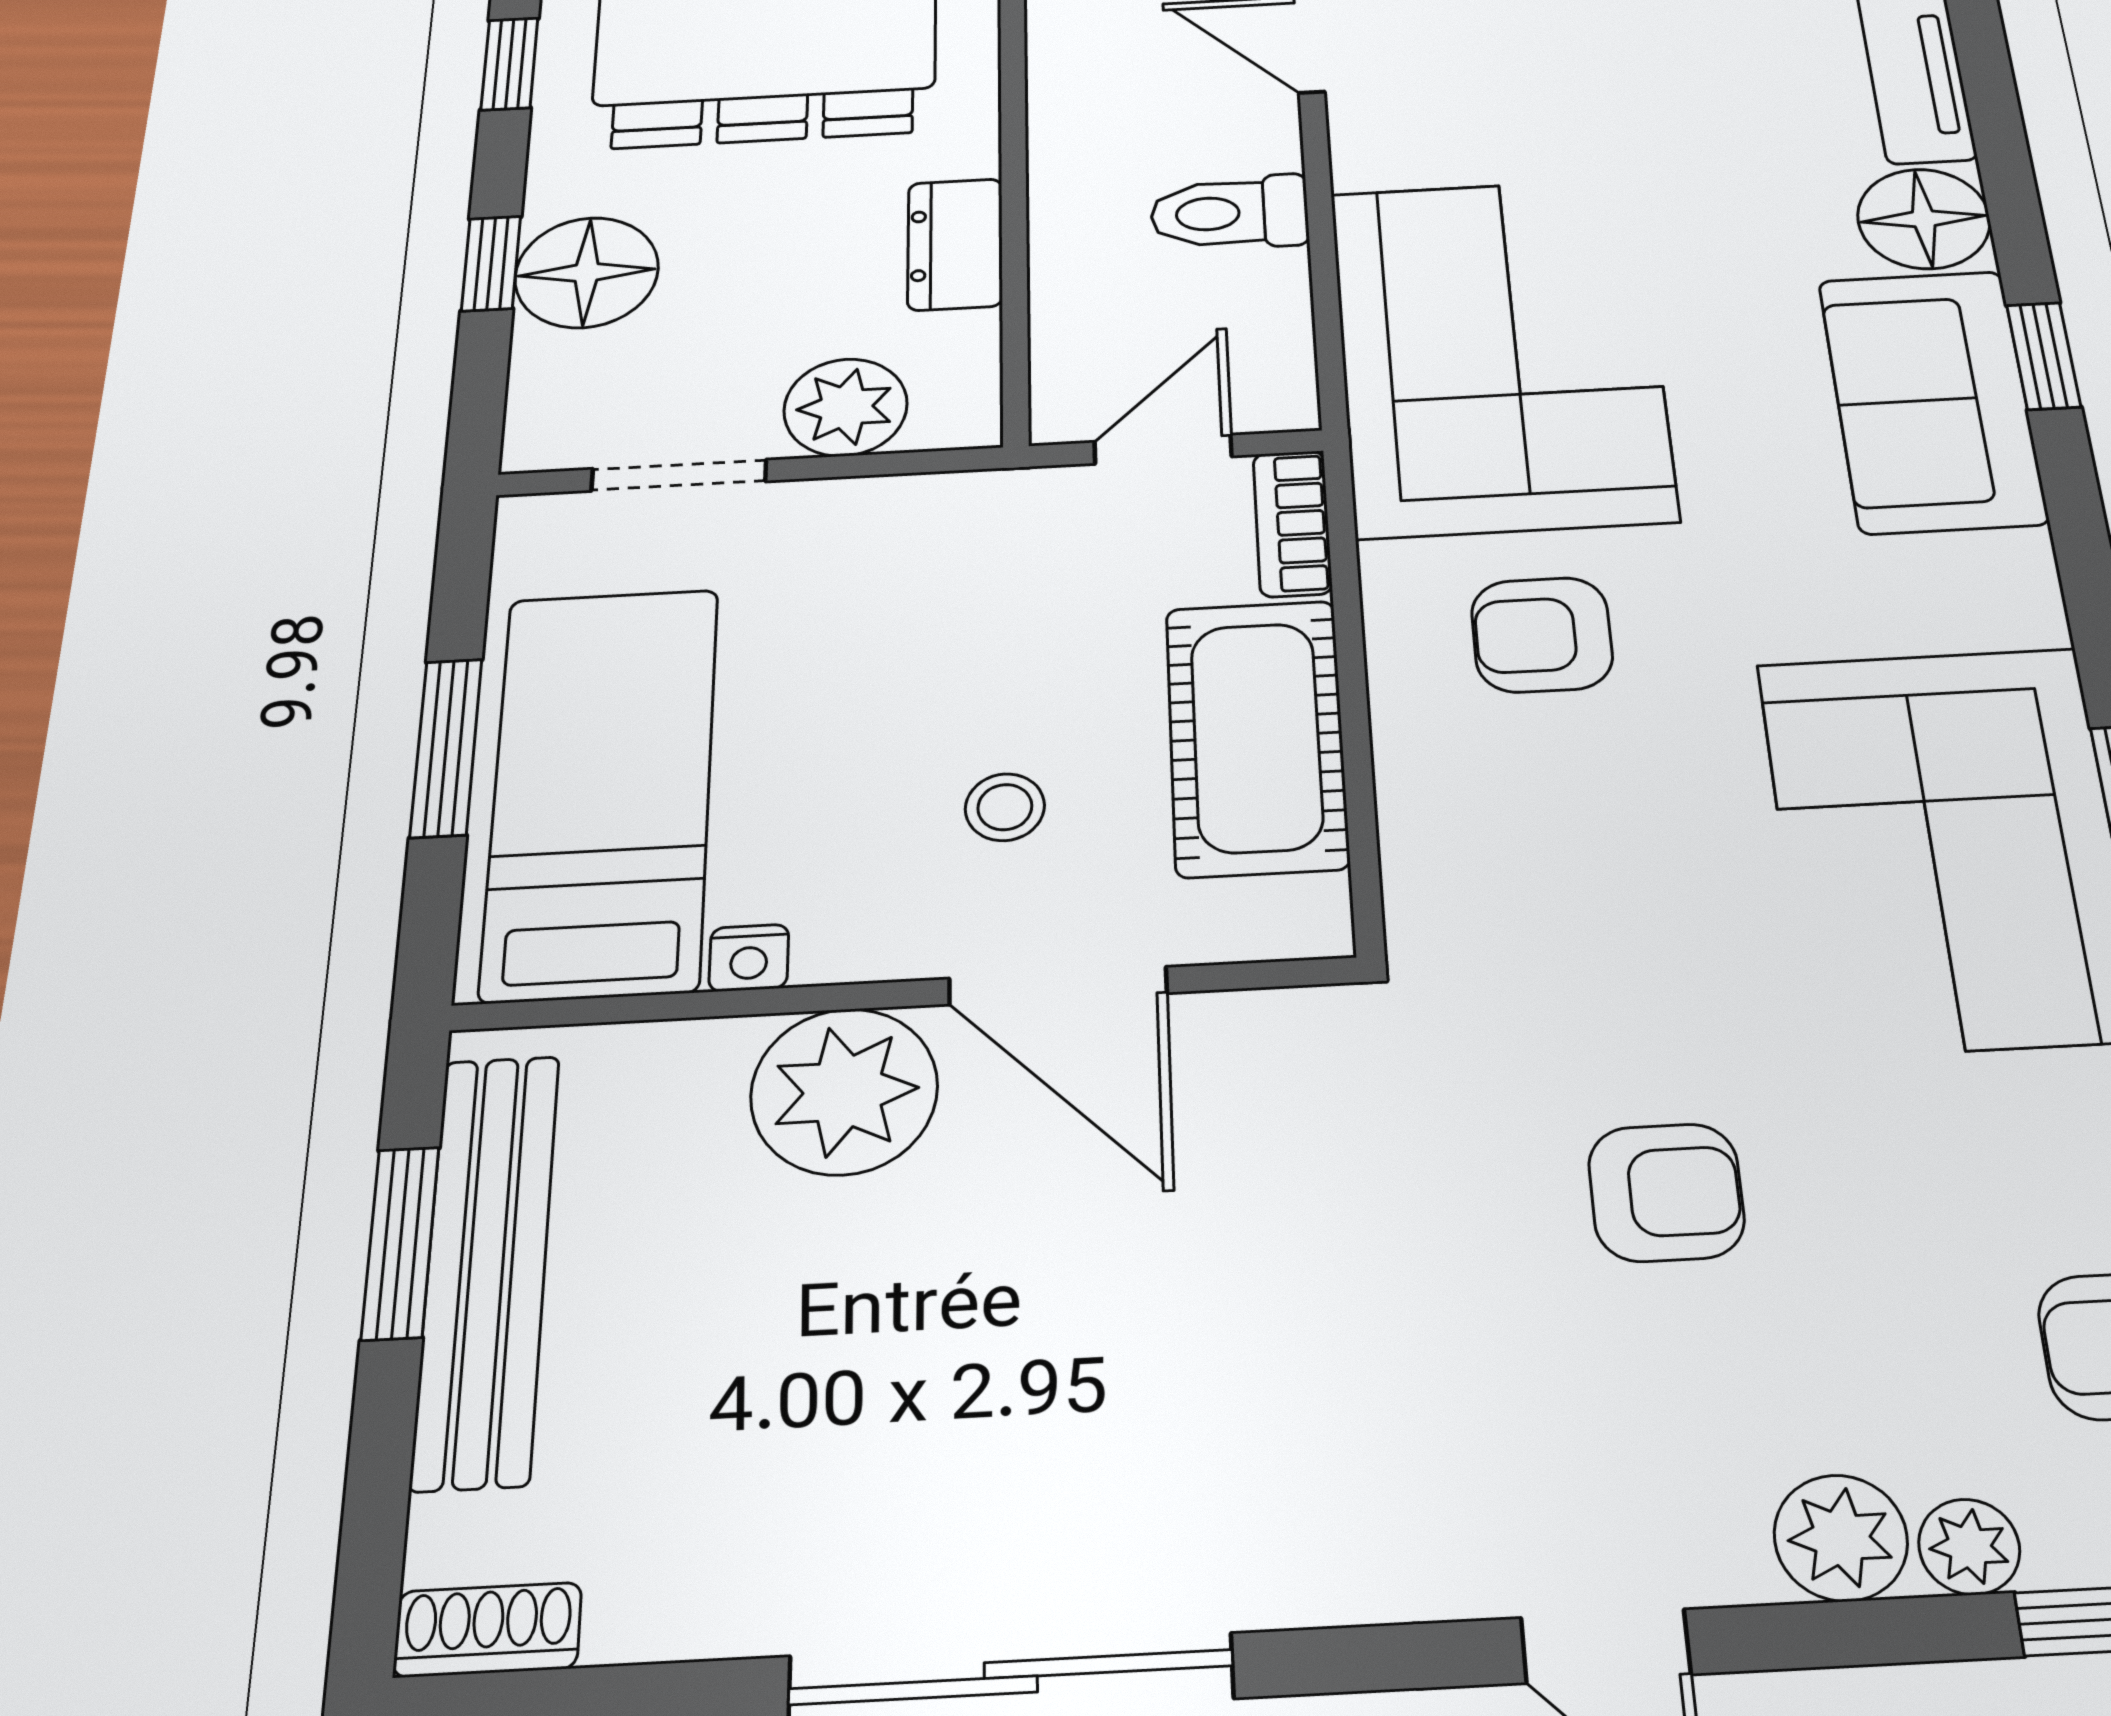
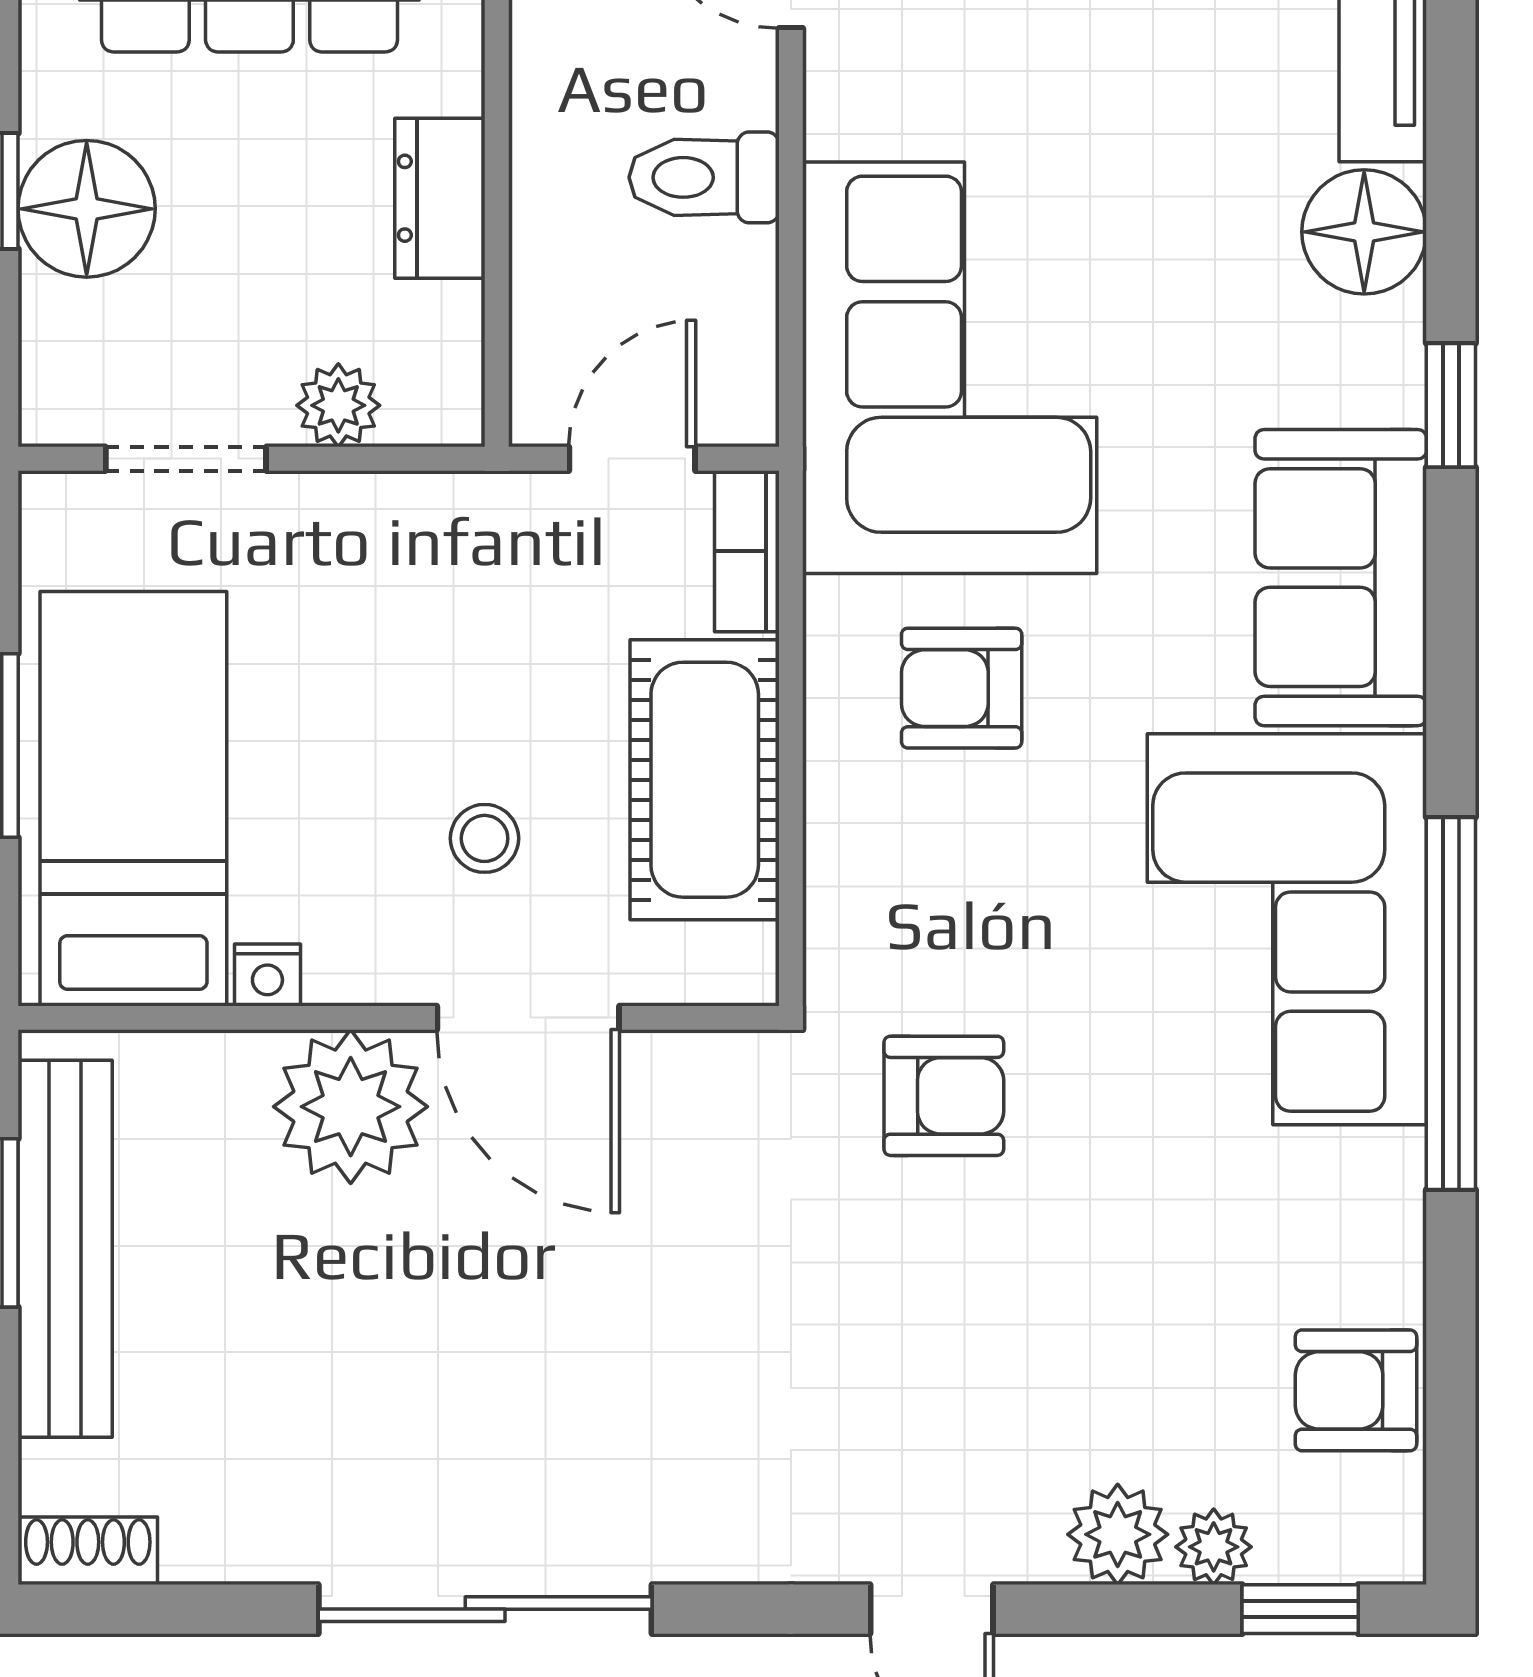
sofa: (1932, 400) -> (1341, 578), moved
plant: (845, 407) -> (338, 405), width x0.73, depth x0.73
armchair: (1666, 1192) -> (944, 1096), moved

